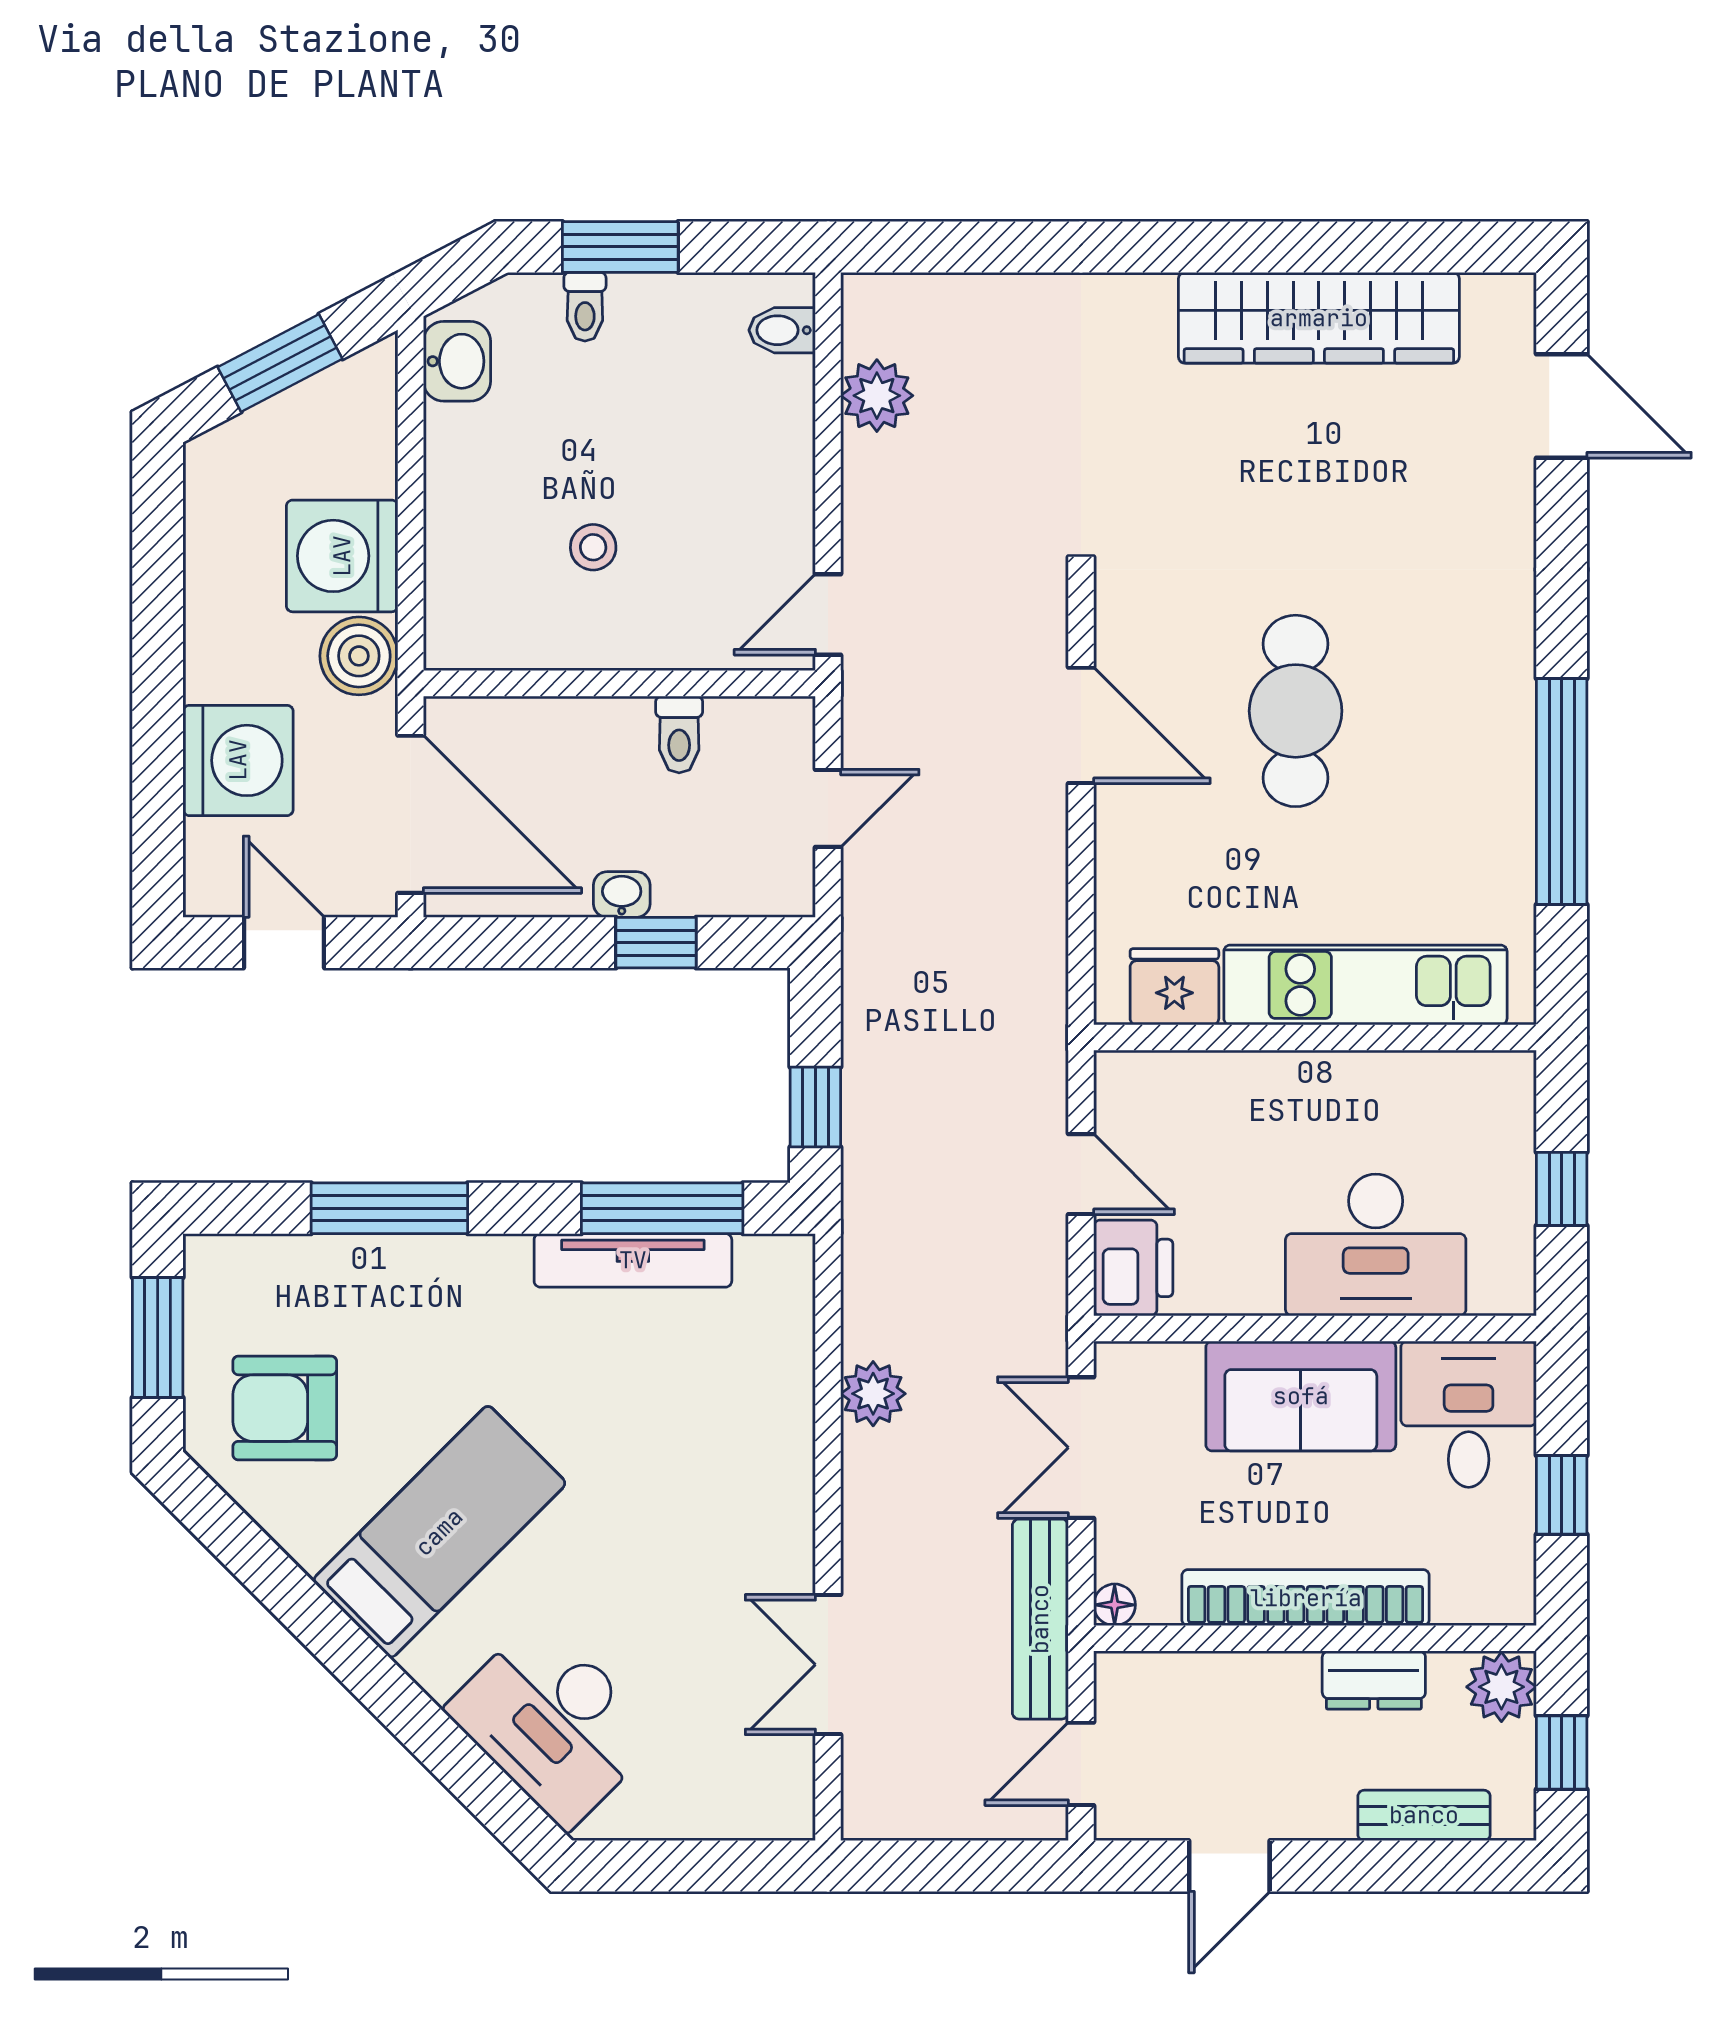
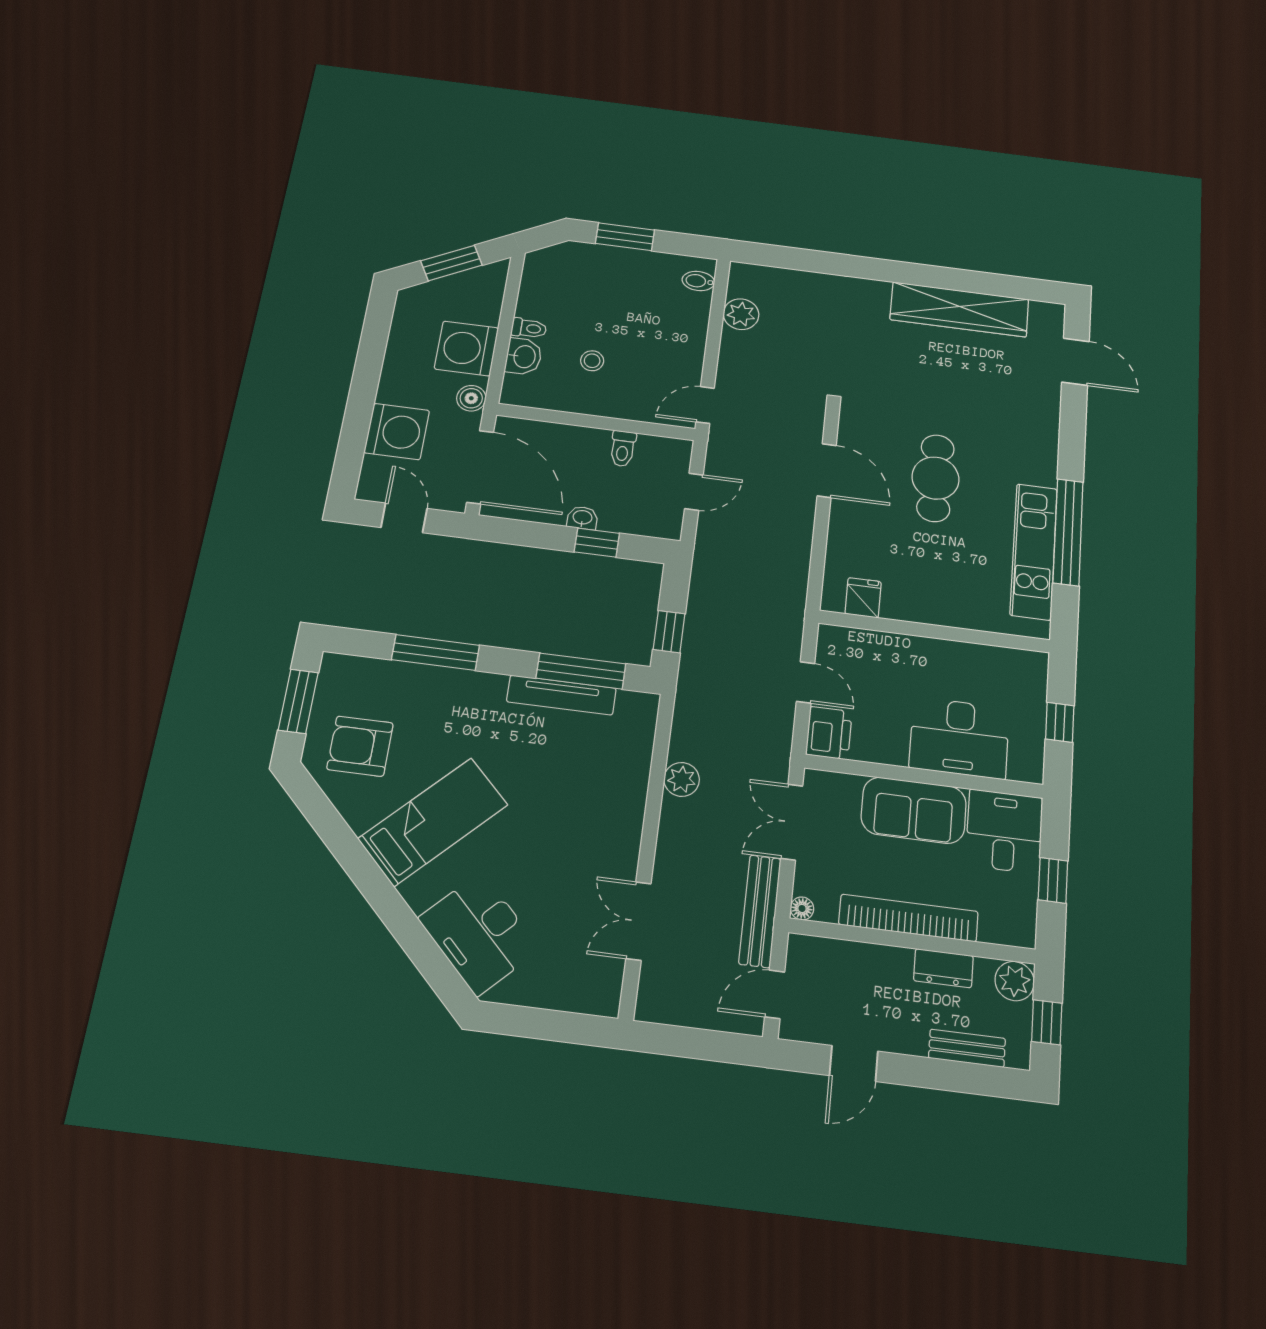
toilet: (585, 307) -> (529, 328), moved, turned -90
washbasin: (457, 361) -> (524, 357), moved
boiler: (359, 656) -> (471, 398), width x0.73, depth x0.73
kitchen unit: (1365, 985) -> (1034, 551), moved, turned -90
fridge: (1174, 987) -> (863, 598), width x0.72

